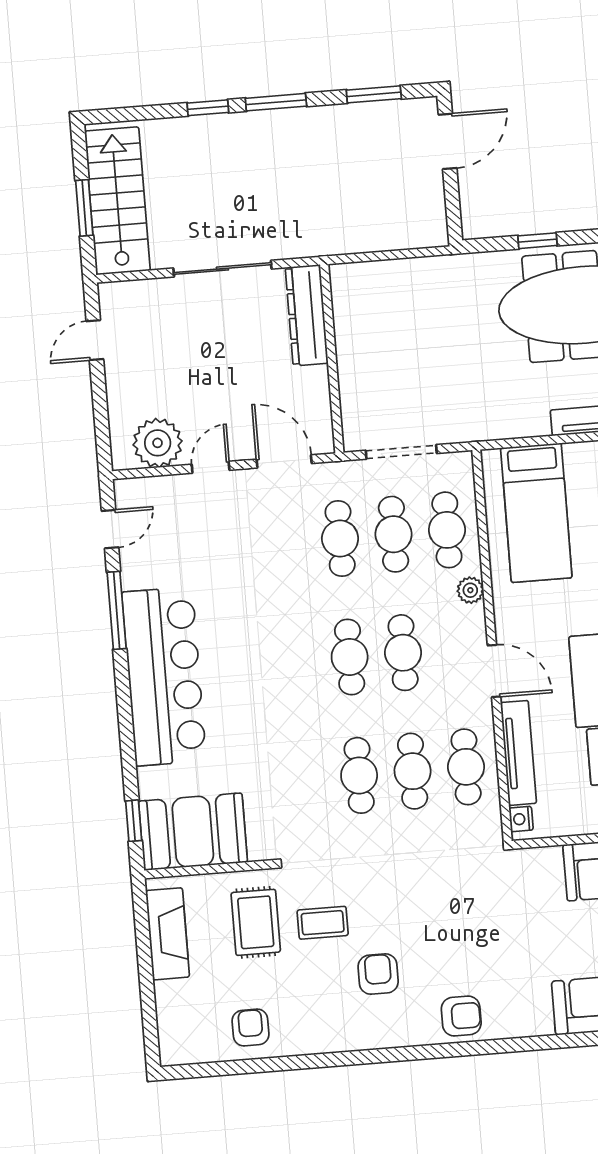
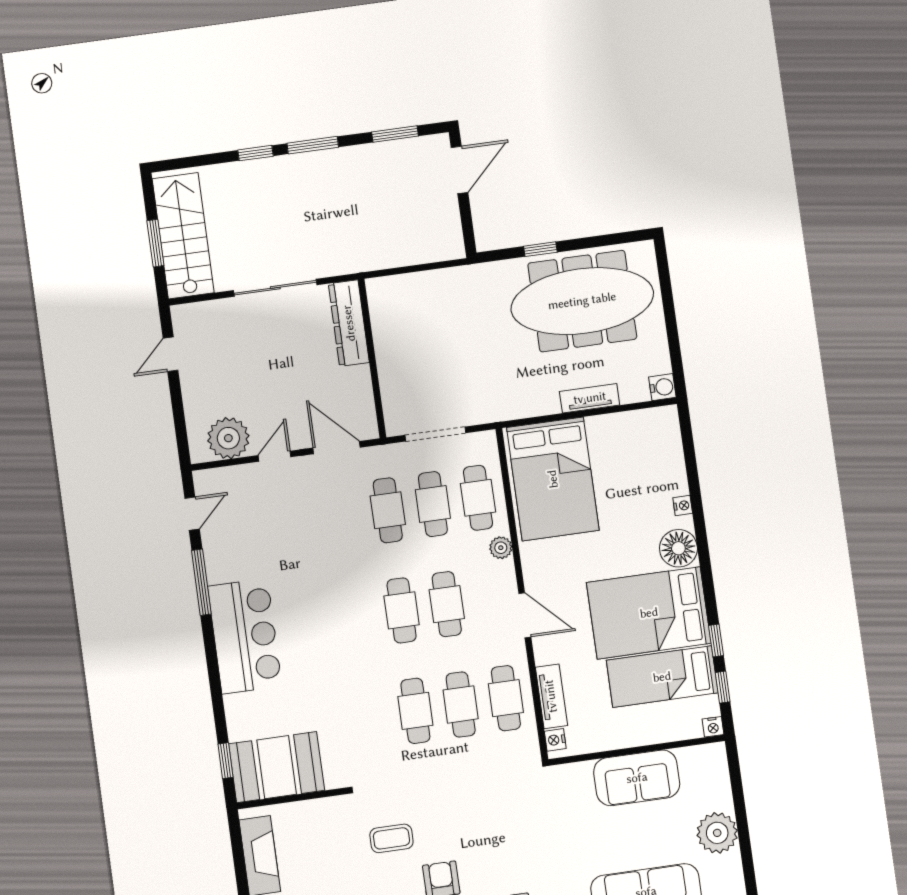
bed: (536, 513) -> (553, 479), width x1.50
bar counter: (164, 676) -> (245, 636), width x0.73
tv unit: (518, 753) -> (551, 696), width x0.71
rug: (256, 922) -> (334, 841), removed

